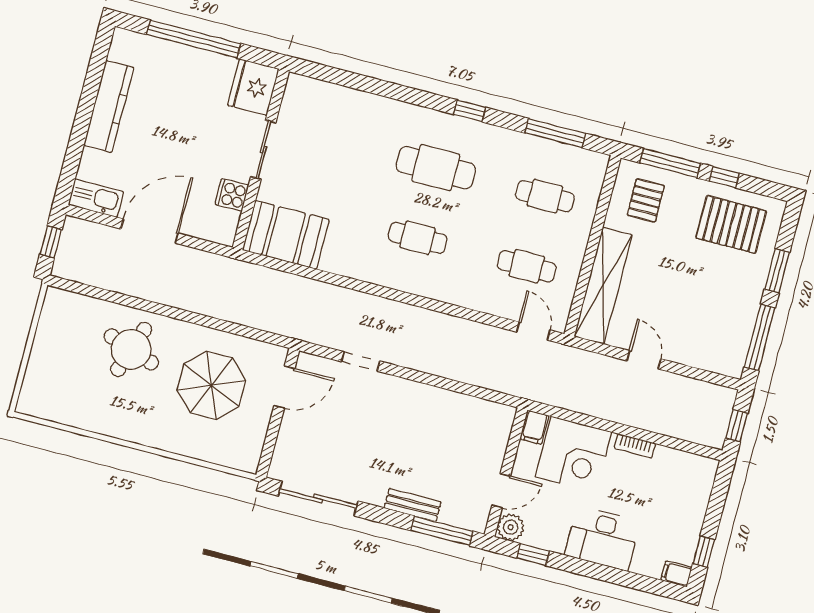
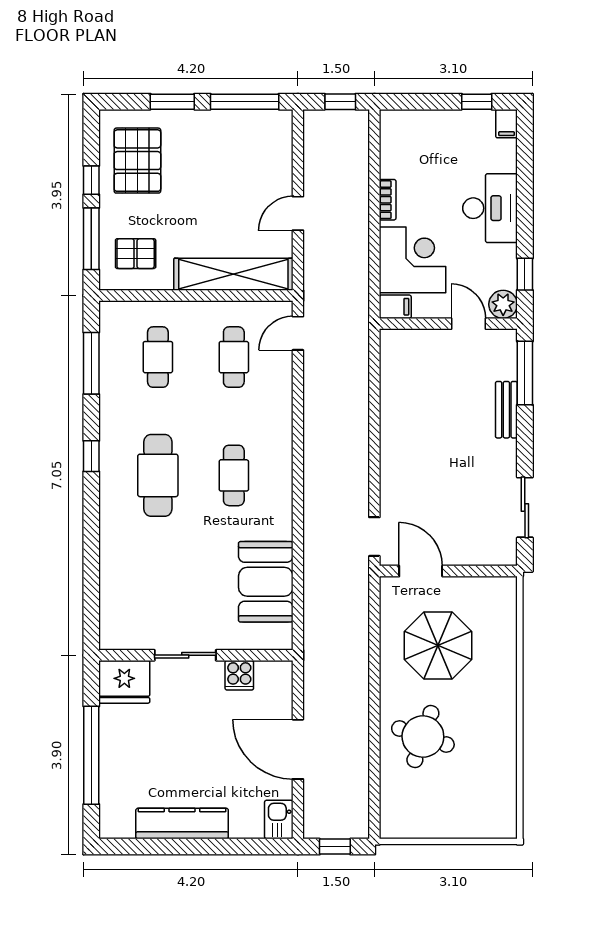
kitchen sink: (96, 198) -> (279, 819), width x0.73
booth: (286, 235) -> (266, 582), moved
doorway: (361, 361) -> (374, 537), moved
sliding door: (318, 499) -> (525, 507), width x0.73

